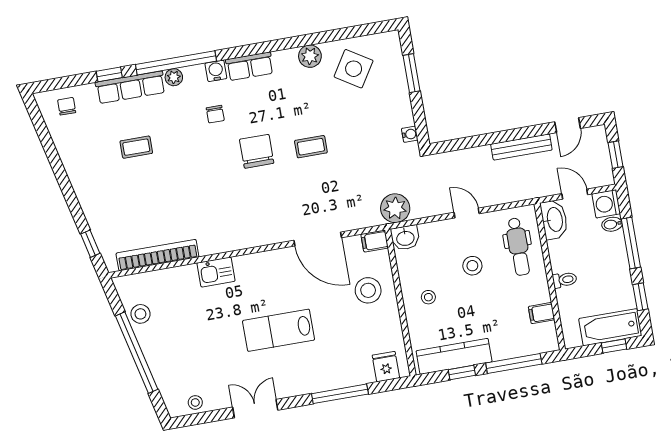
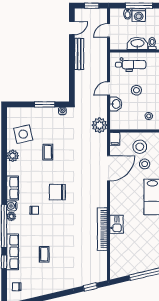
side table: (354, 69) -> (23, 134), turned 45
window: (412, 73) -> (45, 104), moved
plant: (174, 77) -> (11, 216), moved
door: (568, 125) -> (72, 28), hinge flipped
coffee table: (311, 147) -> (48, 152), moved
washing machine: (606, 204) -> (139, 15), moved
washbasin: (554, 220) -> (137, 44), moved
washbasin: (405, 238) -> (116, 104), moved
bookcase: (157, 255) -> (102, 229), moved
stool: (140, 314) -> (145, 164), moved

